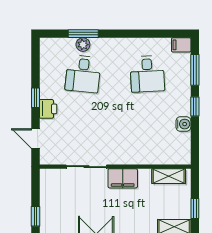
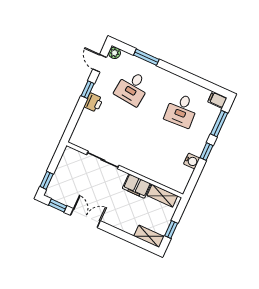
plant: (83, 45) -> (114, 53), moved
door: (35, 138) -> (100, 63), moved
filing cabinet: (123, 178) -> (137, 186), moved

